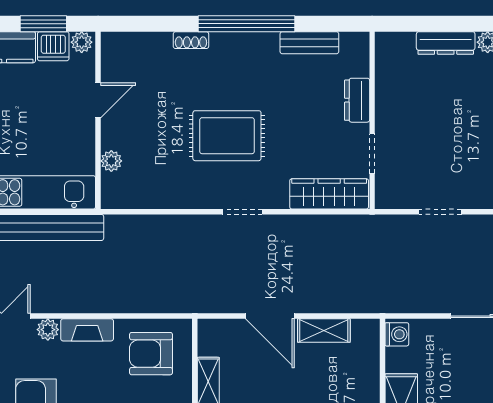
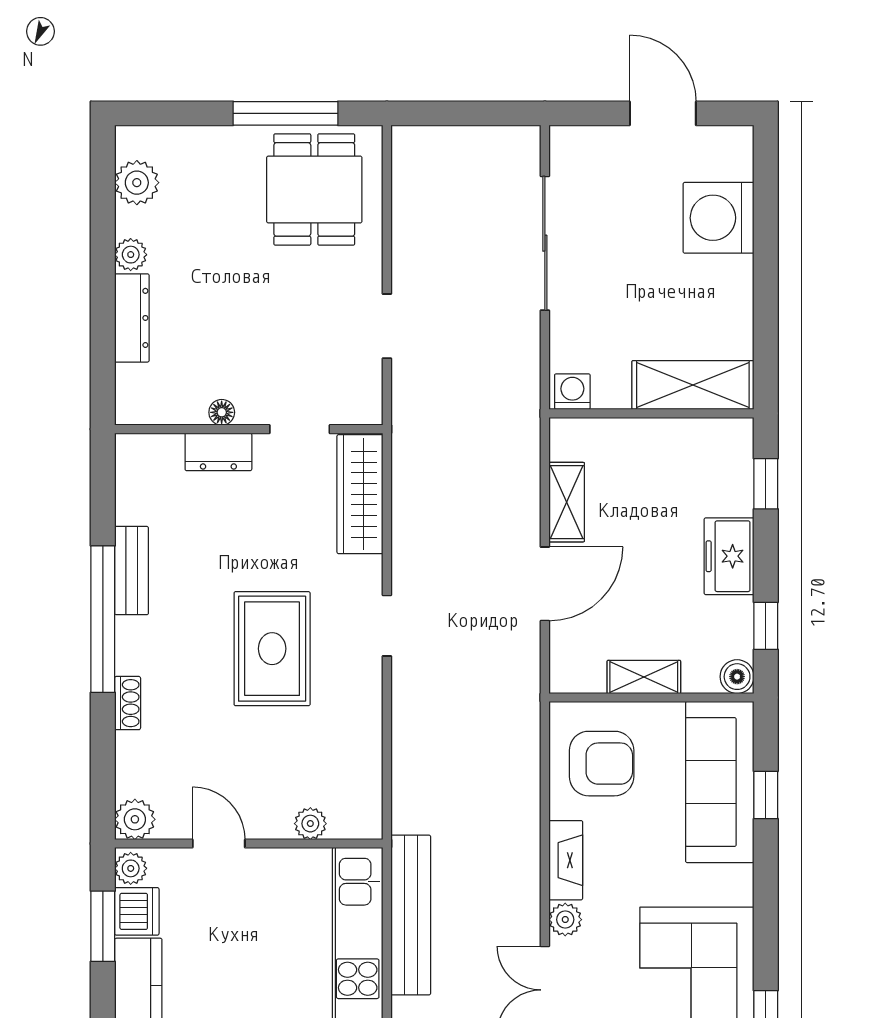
bench: (309, 43) -> (132, 571), moved
plant: (114, 45) -> (135, 819), added
floor lamp: (383, 102) -> (222, 412), added
armchair: (151, 354) -> (602, 764), turned -90

